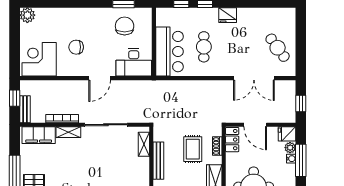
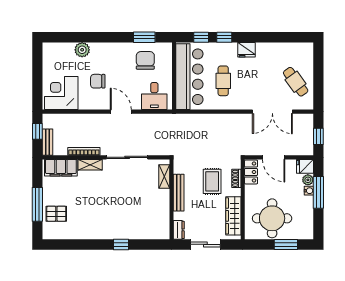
plant: (27, 15) -> (82, 50), moved
bar counter: (169, 52) -> (189, 77), width x1.36
desk: (134, 62) -> (154, 96), width x0.73
door: (100, 78) -> (121, 112), swing flipped

